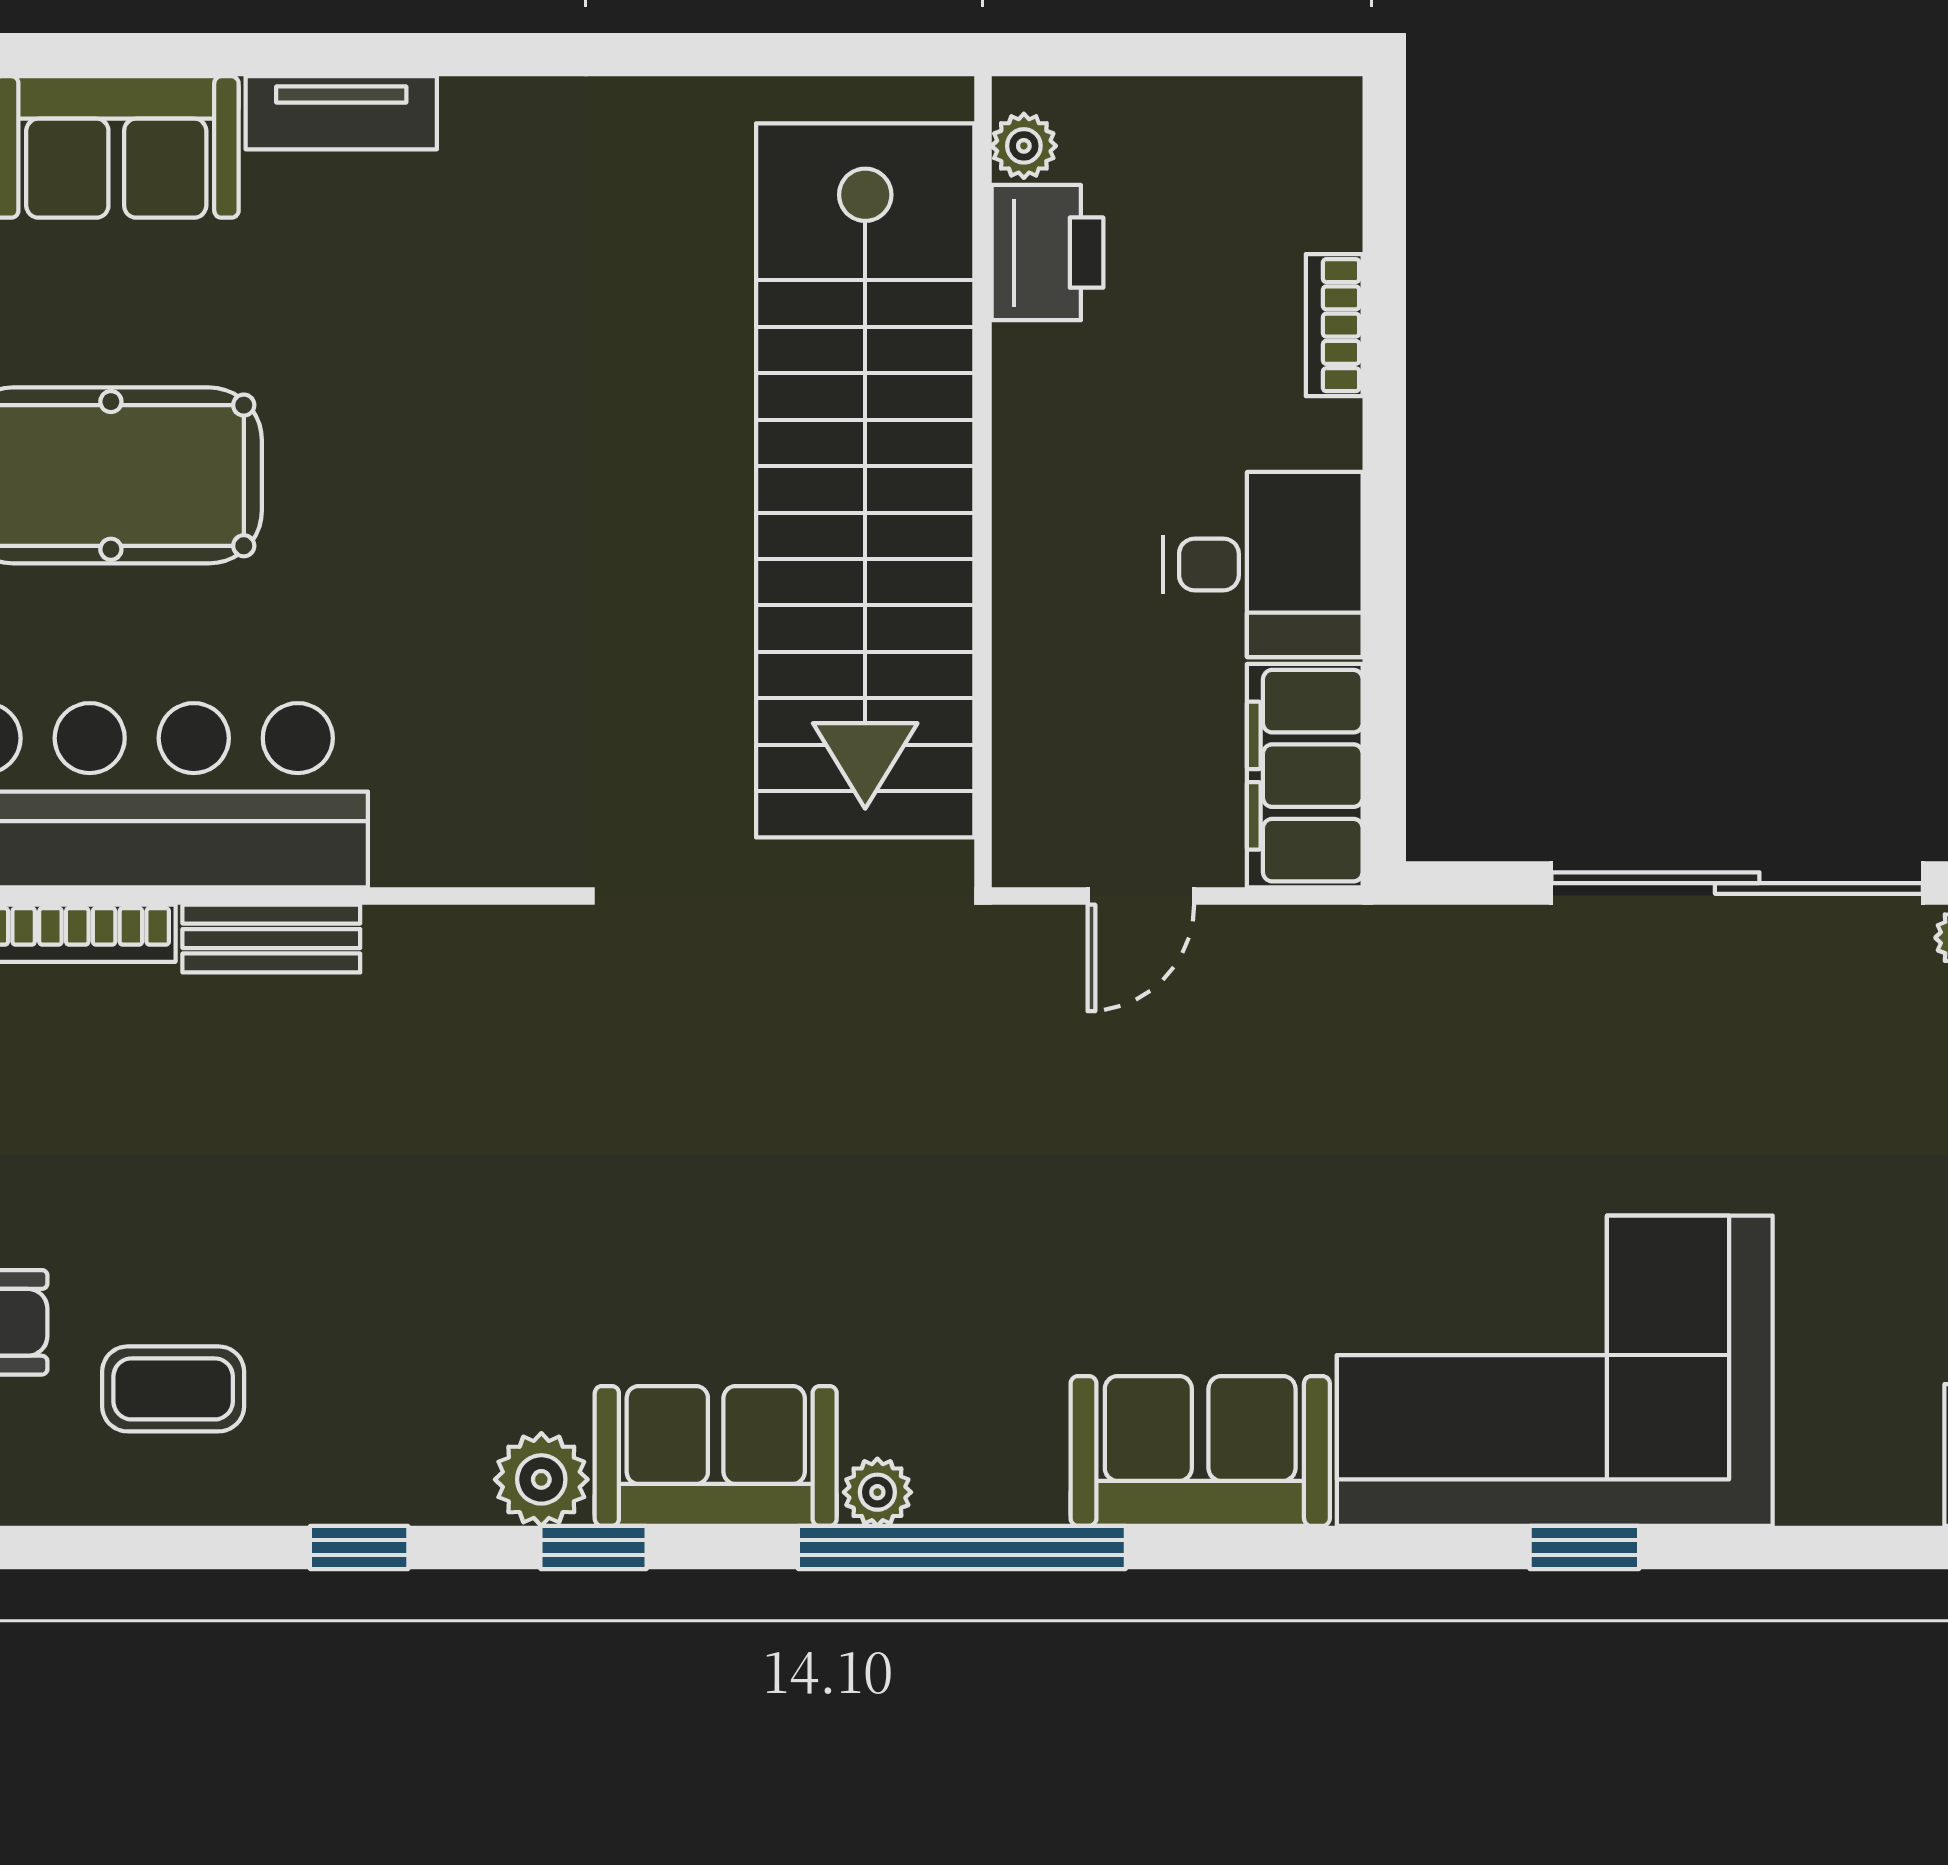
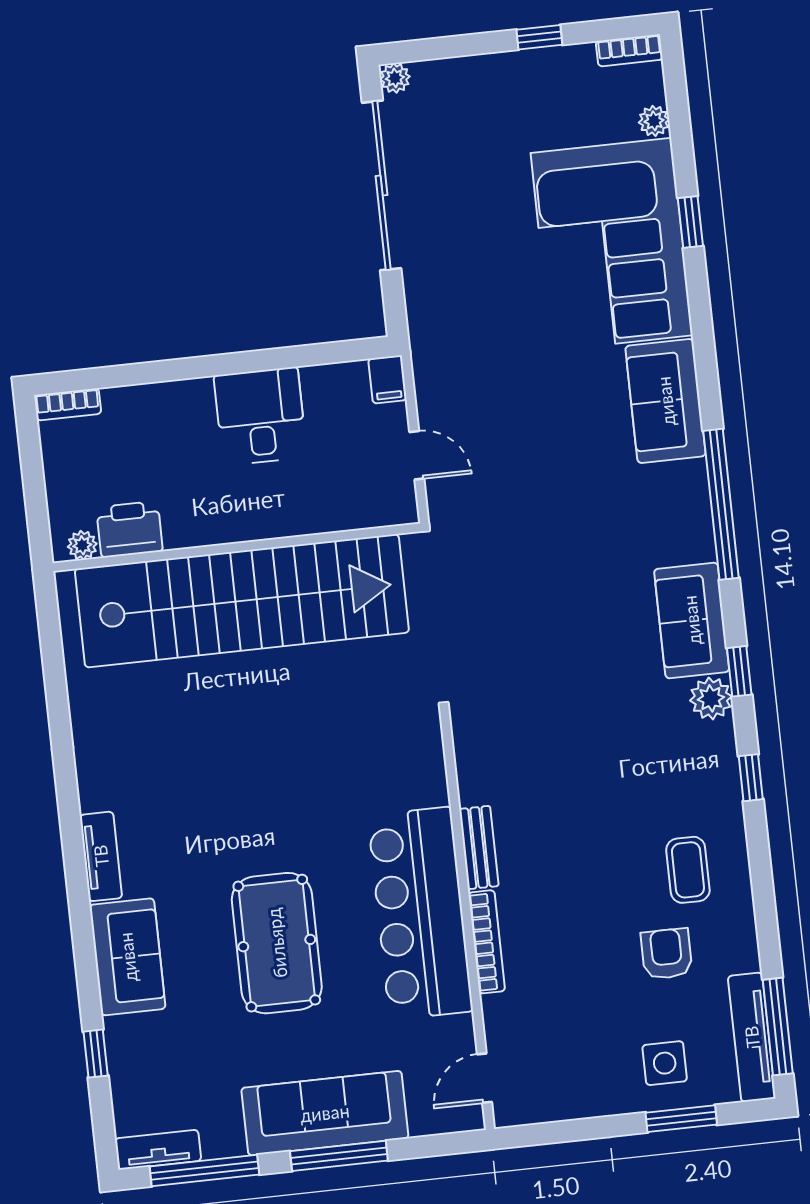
bookcase: (1334, 325) -> (68, 404), moved
filing cabinet: (1305, 776) -> (387, 379), width x0.33, depth x0.86
plant: (877, 1492) -> (654, 121), moved

